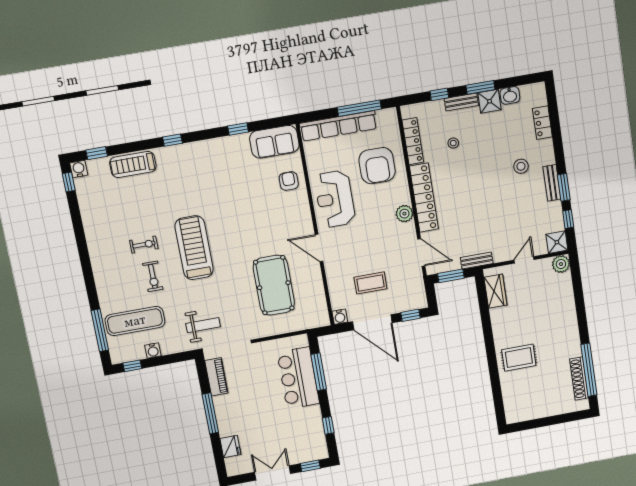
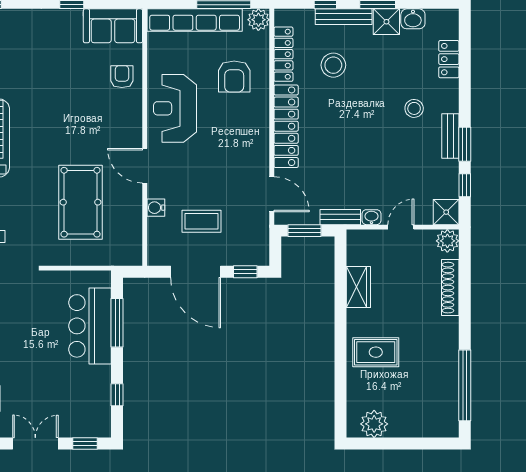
bench: (461, 102) -> (344, 17), width x1.36
stool: (453, 143) -> (333, 65), width x1.89, depth x1.89
armchair: (377, 166) -> (234, 77), width x0.73, depth x0.73
plant: (404, 214) -> (258, 20), moved
washbasin: (501, 256) -> (371, 217), added
wardrobe: (495, 291) -> (358, 287), moved
water cooler: (340, 317) -> (156, 208), moved, turned 90
shoe rack: (579, 379) -> (450, 288), moved
plant: (525, 411) -> (374, 424), added

